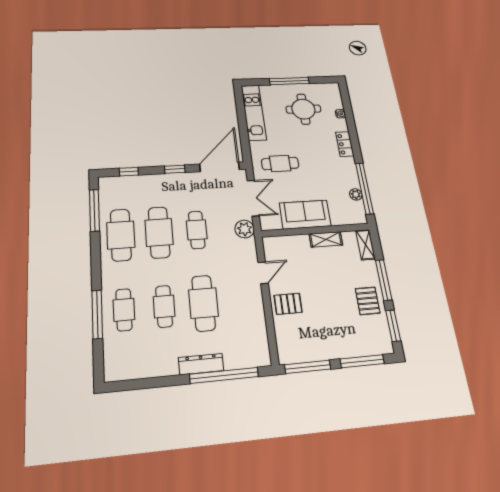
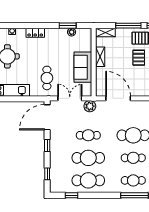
door: (220, 167) -> (47, 117), hinge flipped
window: (364, 188) -> (68, 26), width x0.47
window: (94, 210) -> (71, 195), width x0.46
door: (263, 273) -> (118, 98), width x1.88
pallet: (288, 304) -> (139, 58), moved

